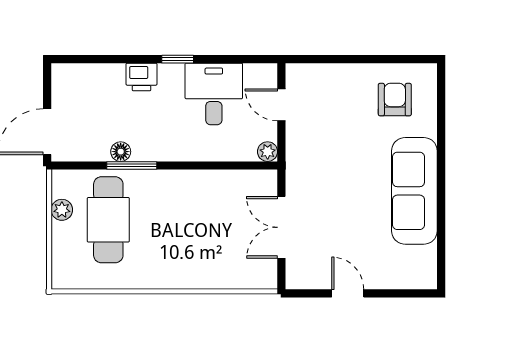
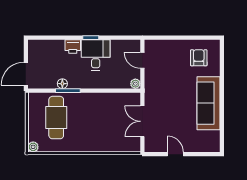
desk: (214, 94) -> (96, 55), moved
plant: (62, 210) -> (33, 147), moved

